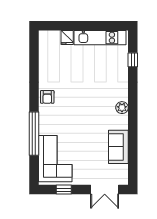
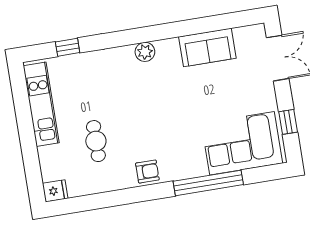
fridge: (67, 38) -> (55, 191), moved
cafe table: (71, 68) -> (96, 141), added

